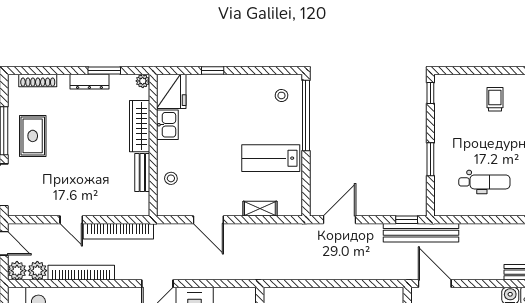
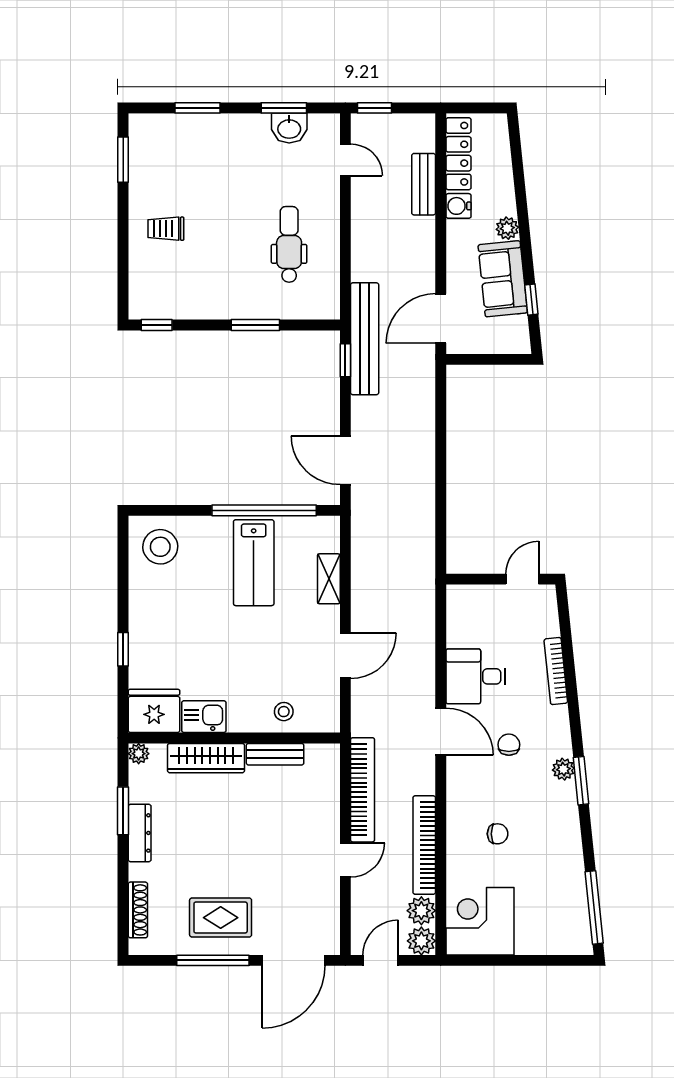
stool: (281, 95) -> (160, 547), width x1.89, depth x1.89
window: (306, 115) -> (264, 510), moved

